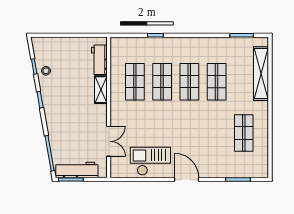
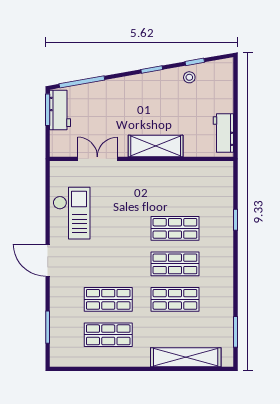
workbench: (99, 60) -> (223, 133), moved, turned -90
shop shelf: (135, 82) -> (108, 299), moved
shelving: (101, 90) -> (156, 146), width x1.50, depth x1.33
double door: (109, 141) -> (97, 159), swing flipped
workbench: (77, 170) -> (60, 110), width x0.73
door: (187, 180) -> (48, 260), swing flipped

